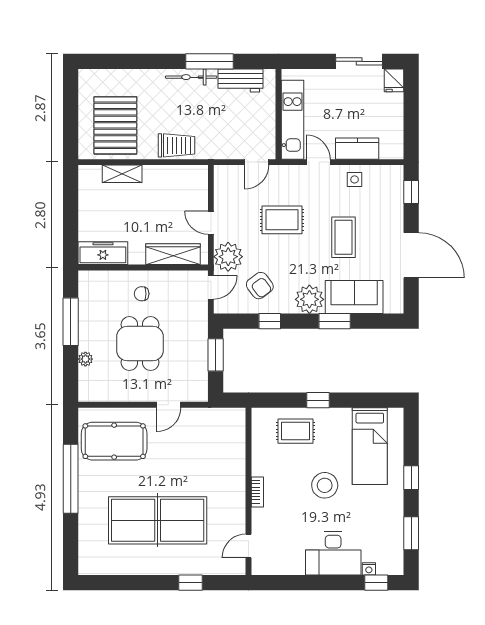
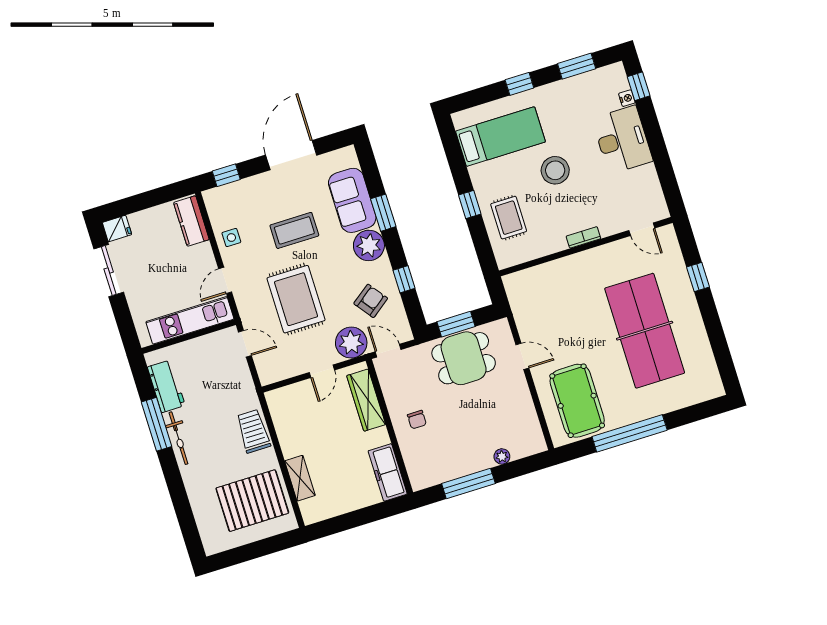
kitchen counter: (357, 149) -> (191, 221), moved
rug: (282, 220) -> (296, 299), width x1.36, depth x1.43
dining table: (140, 344) -> (464, 358), moved

